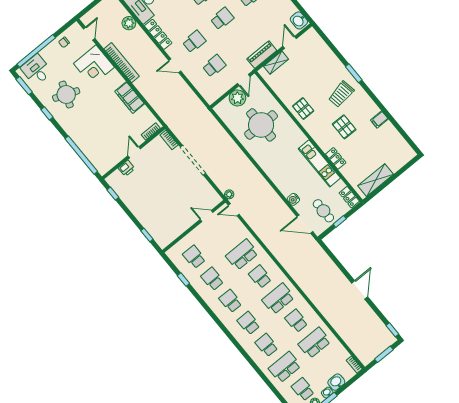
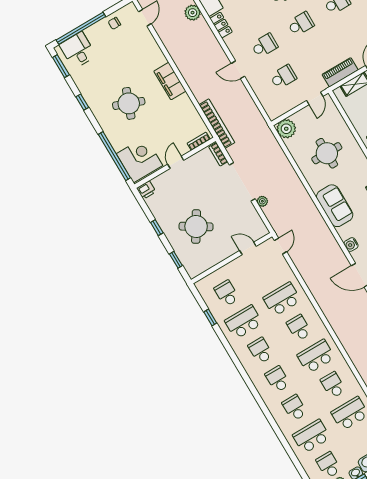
locker: (158, 34) -> (221, 25), width x0.66
bookcase: (122, 63) -> (217, 124), moved
corner desk: (94, 65) -> (139, 160), moved, turned 180
round table: (66, 95) -> (129, 103), moved
filing cabinet: (130, 98) -> (170, 81), moved
plant: (237, 98) -> (286, 129), moved
round table: (261, 125) -> (327, 153), width x0.73, depth x0.73
printer: (127, 168) -> (146, 190), moved
sofa: (275, 168) -> (335, 206), added
window: (113, 194) -> (157, 228), moved
plant: (229, 194) -> (262, 201), moved
round table: (160, 204) -> (196, 227), added
door: (234, 210) -> (280, 246), swing flipped
school desk: (212, 279) -> (244, 322), width x1.85

